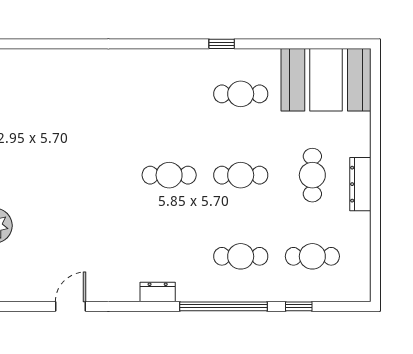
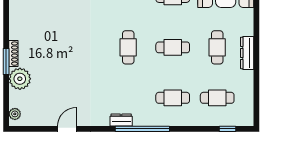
cafe table: (169, 175) -> (128, 47), turned 90
window: (223, 306) -> (142, 129), moved
window: (299, 306) -> (228, 129), moved

